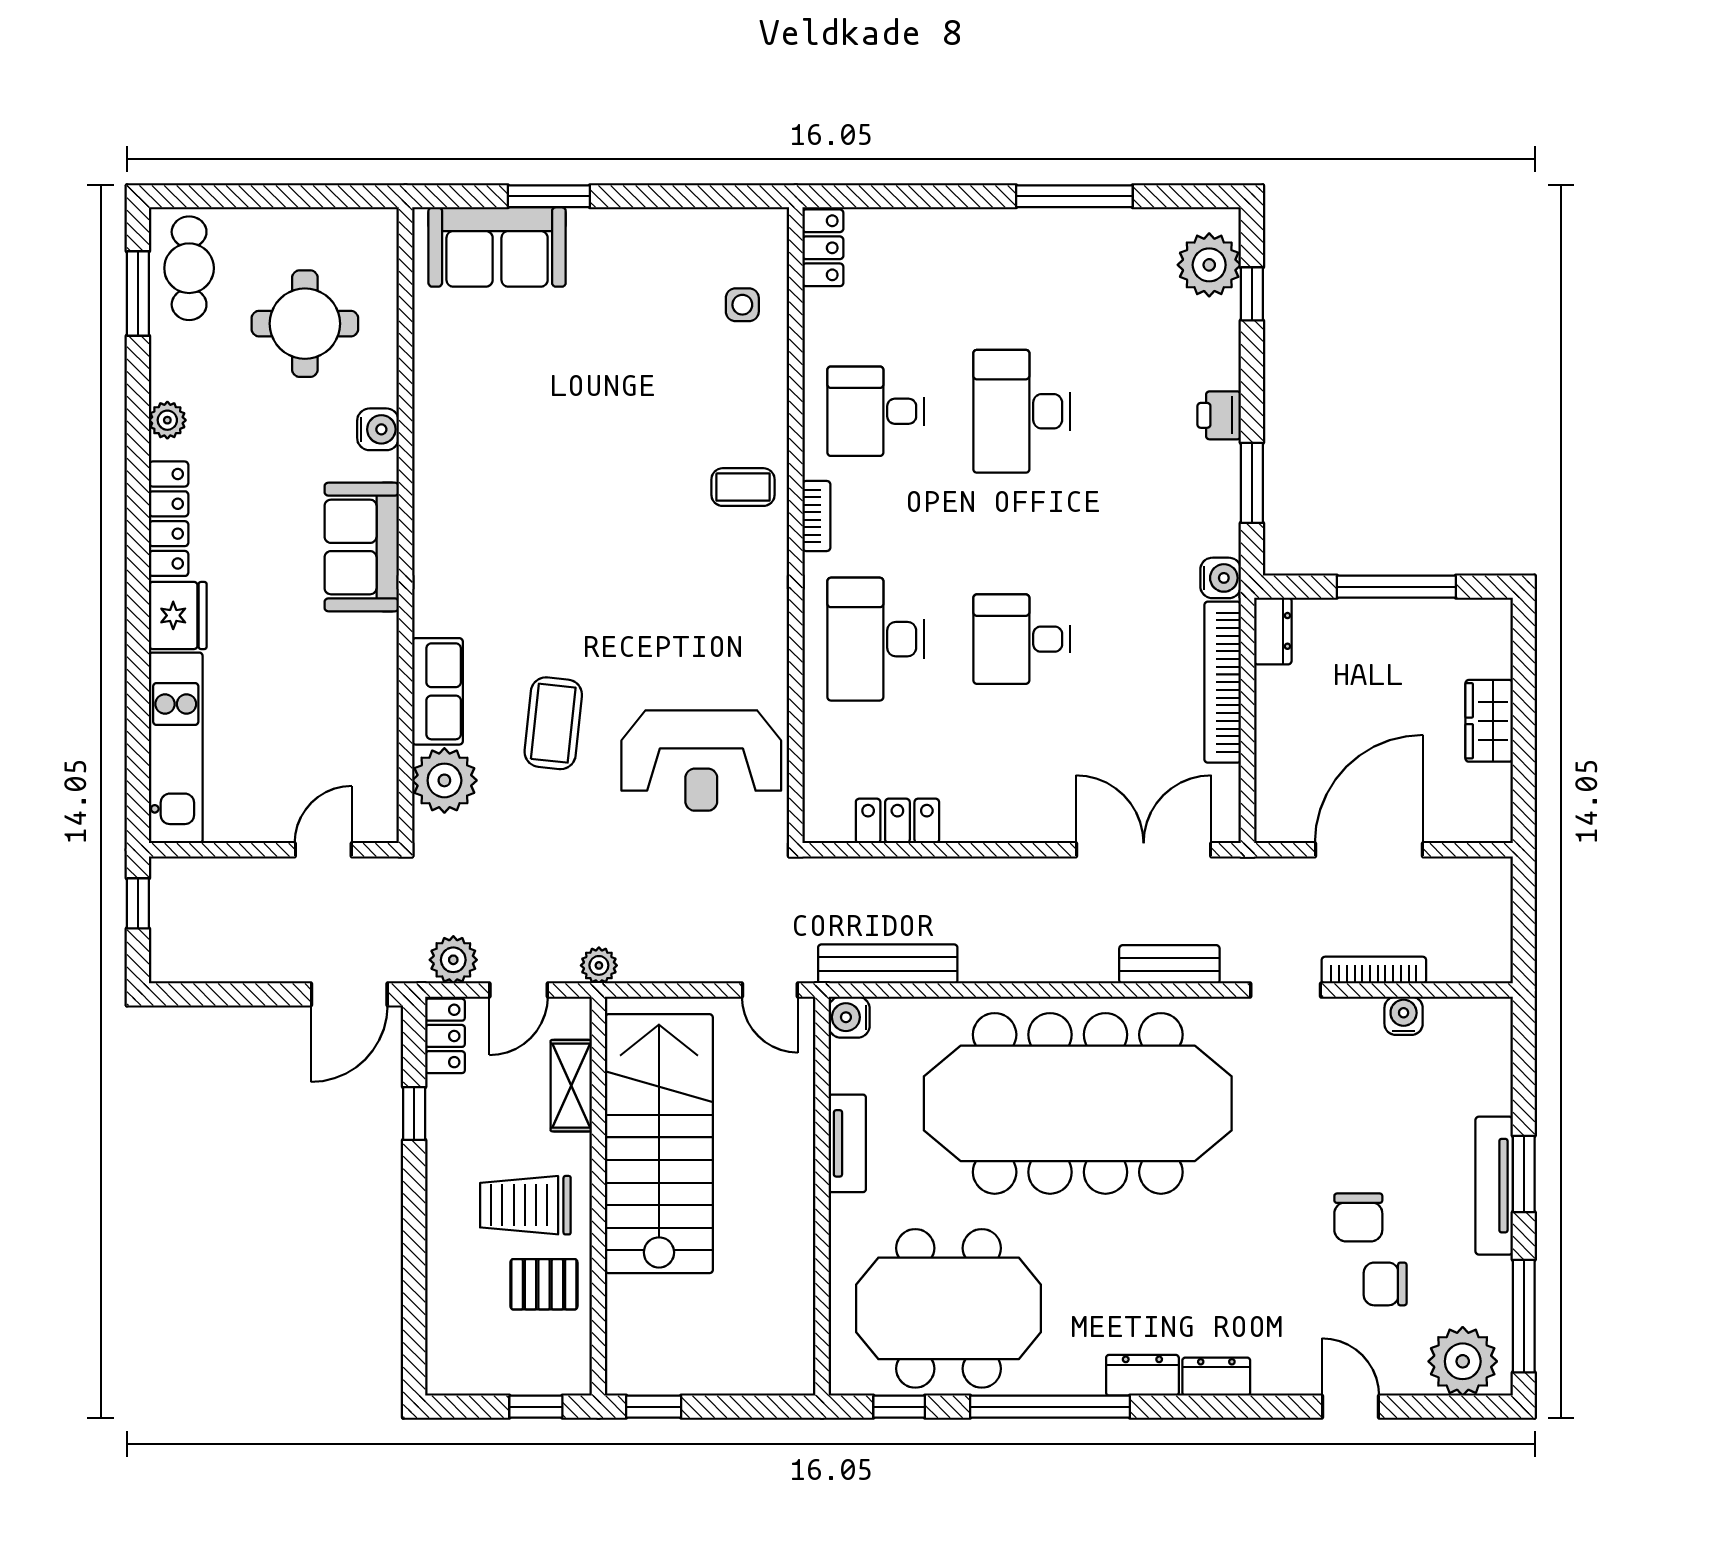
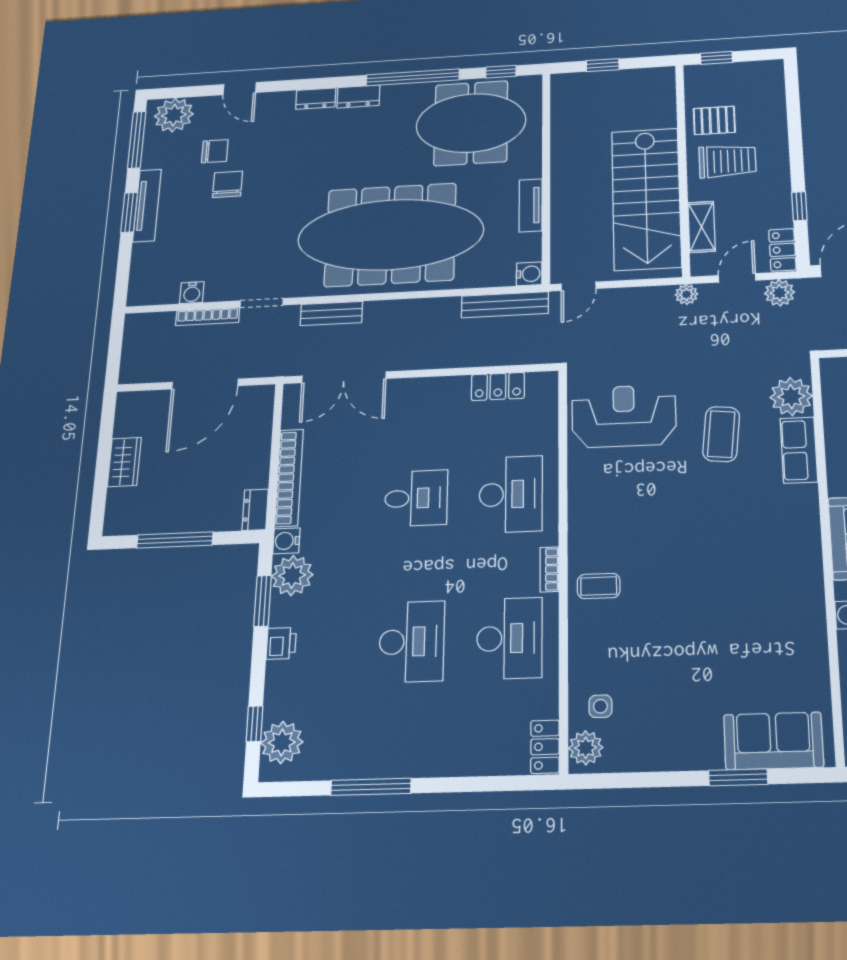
plant: (764, 245) -> (586, 748), added
desk: (876, 411) -> (509, 638), width x1.37
plant: (1208, 522) -> (292, 575), added
door: (770, 990) -> (579, 286), swing flipped
window: (654, 1407) -> (603, 65), moved

